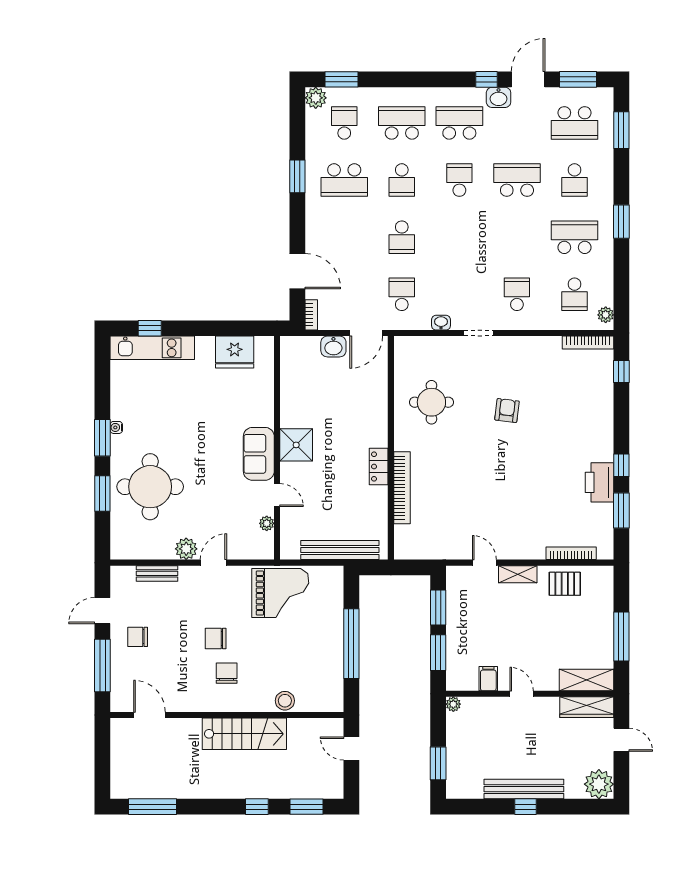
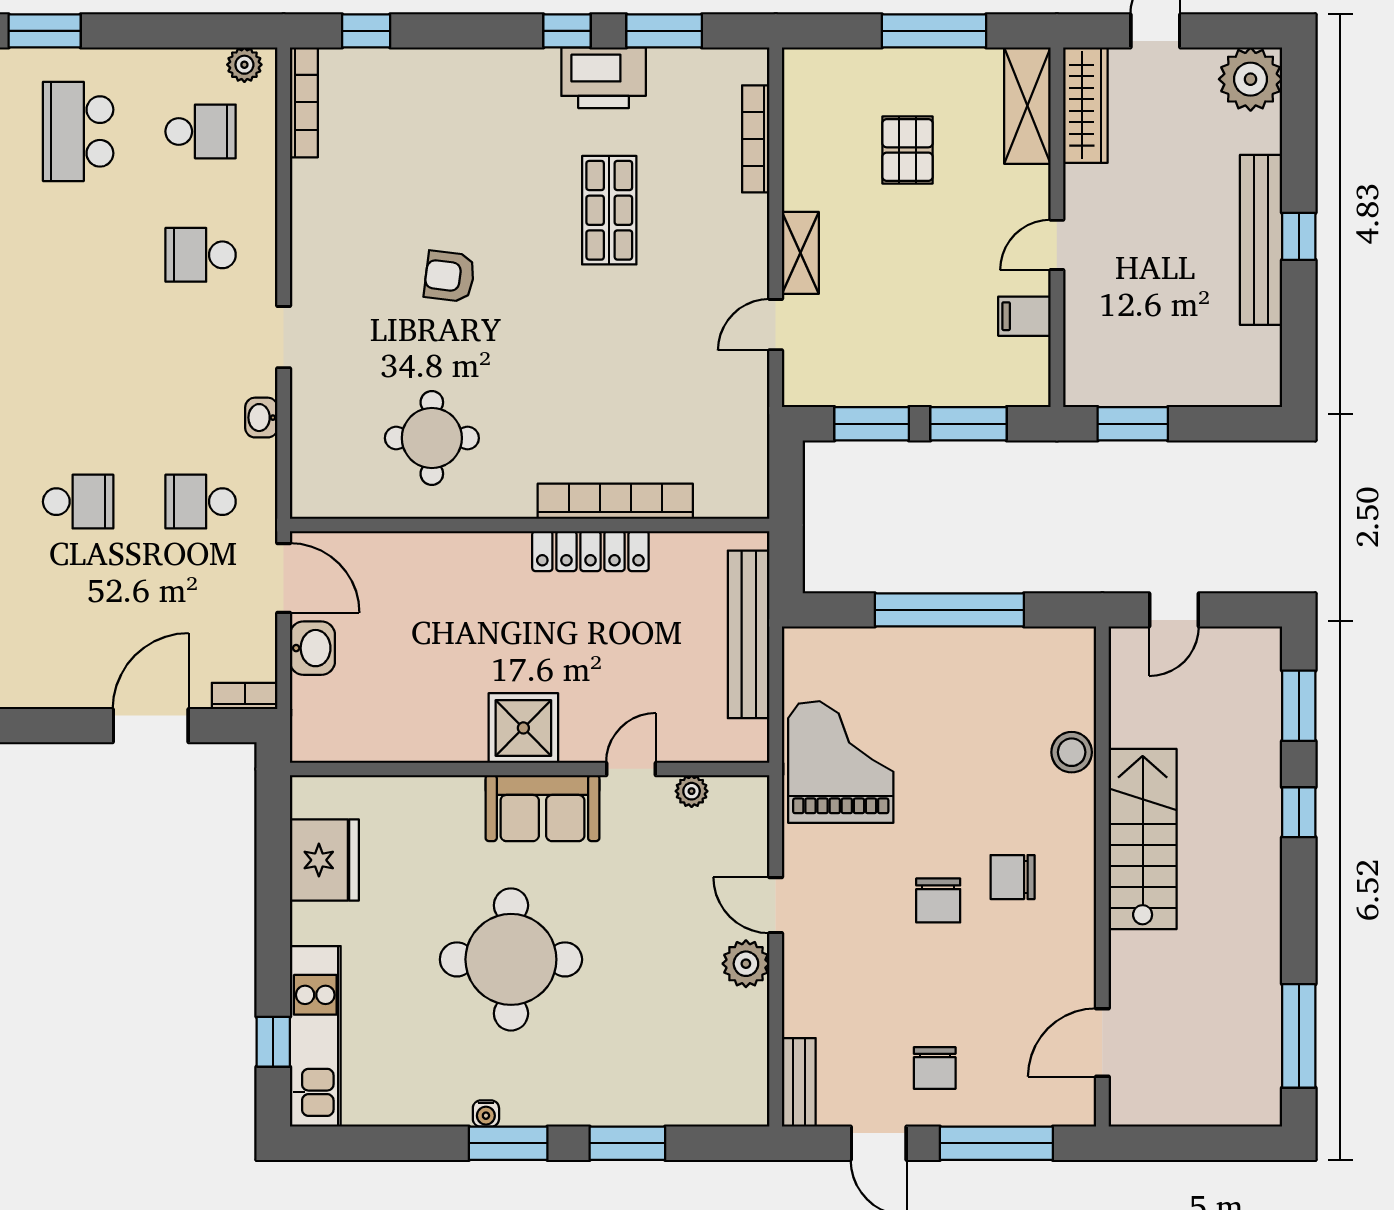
locker: (379, 467) -> (590, 551), width x1.53
shop shelf: (538, 485) -> (609, 210), added
round table: (150, 487) -> (511, 959), moved
bench: (157, 573) -> (799, 1082), moved
pallet: (565, 584) -> (908, 150), moved
plant: (453, 704) -> (1079, 391), removed
window: (438, 763) -> (1133, 424), moved

